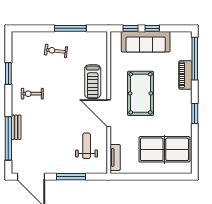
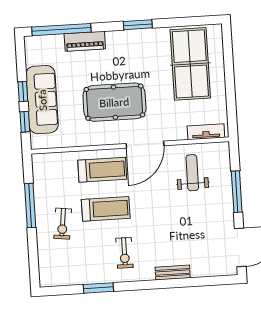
treadmill: (65, 82) -> (106, 209), added
window: (8, 138) -> (189, 282), removed
weight bench: (87, 146) -> (192, 173), turned 90

